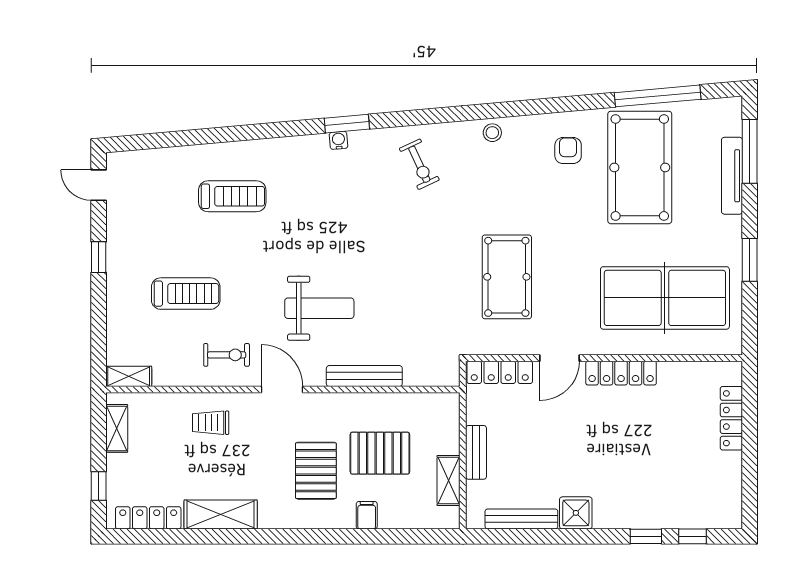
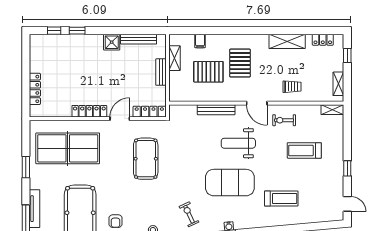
treadmill: (232, 196) -> (281, 199), turned 180
exercise mat: (336, 229) -> (230, 183), added
filing cabinet: (367, 515) -> (200, 41), moved
locker: (148, 518) -> (323, 40), width x0.66

